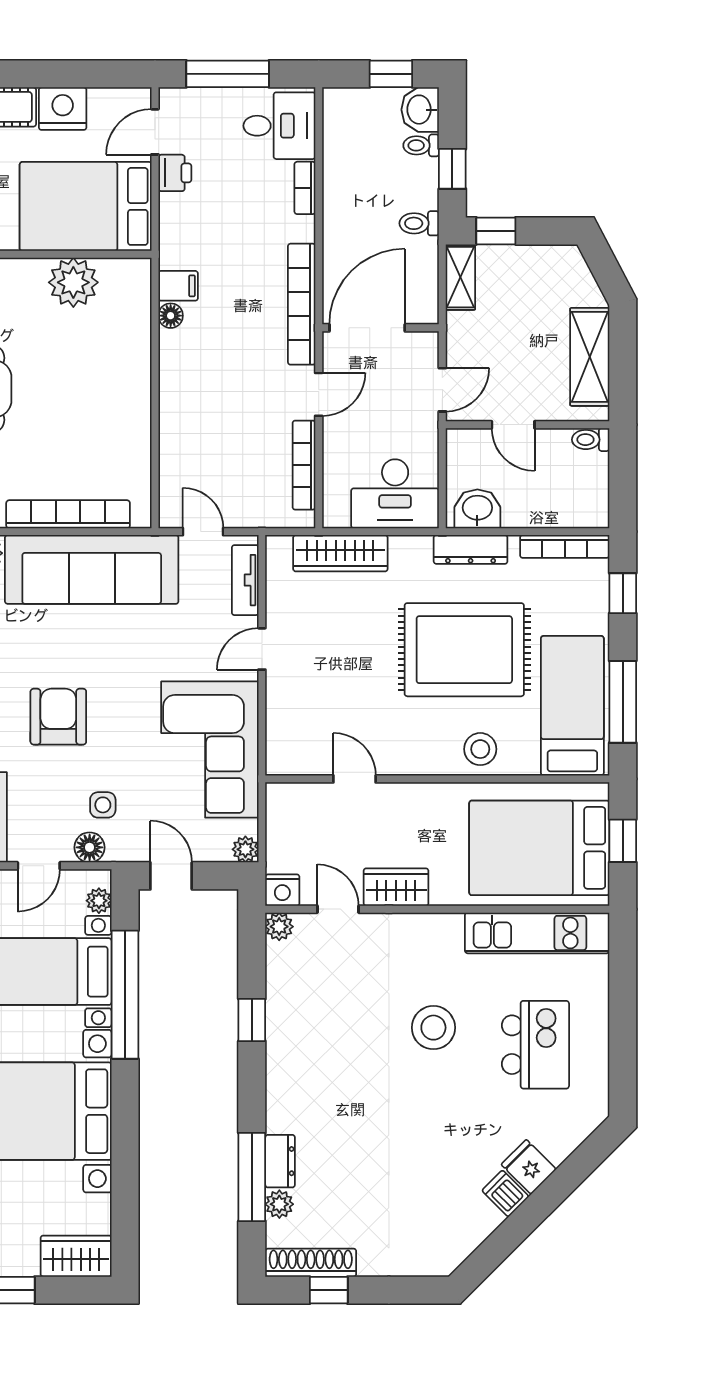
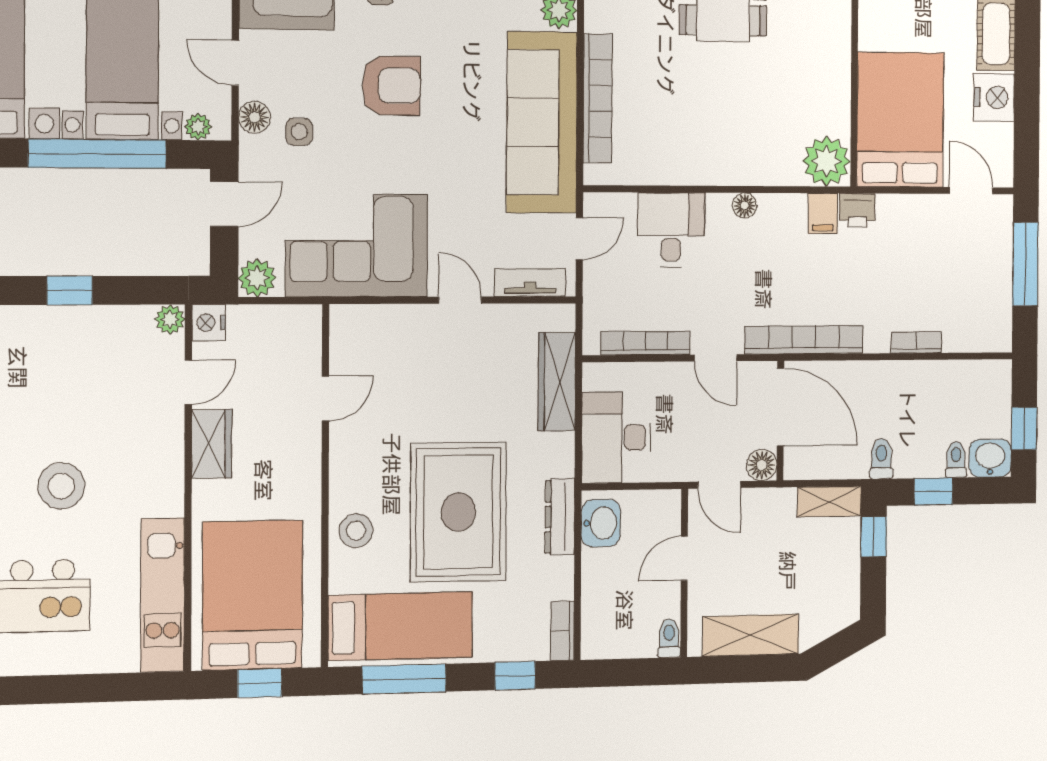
desk: (279, 126) -> (671, 230), moved, turned 180
printer: (175, 173) -> (857, 210), moved
plant: (73, 282) -> (826, 161), moved
floor lamp: (171, 316) -> (745, 206), moved
floor lamp: (424, 347) -> (762, 465), added
bookcase: (565, 546) -> (562, 631), width x0.64
plant: (245, 849) -> (257, 278), width x1.38, depth x1.38

